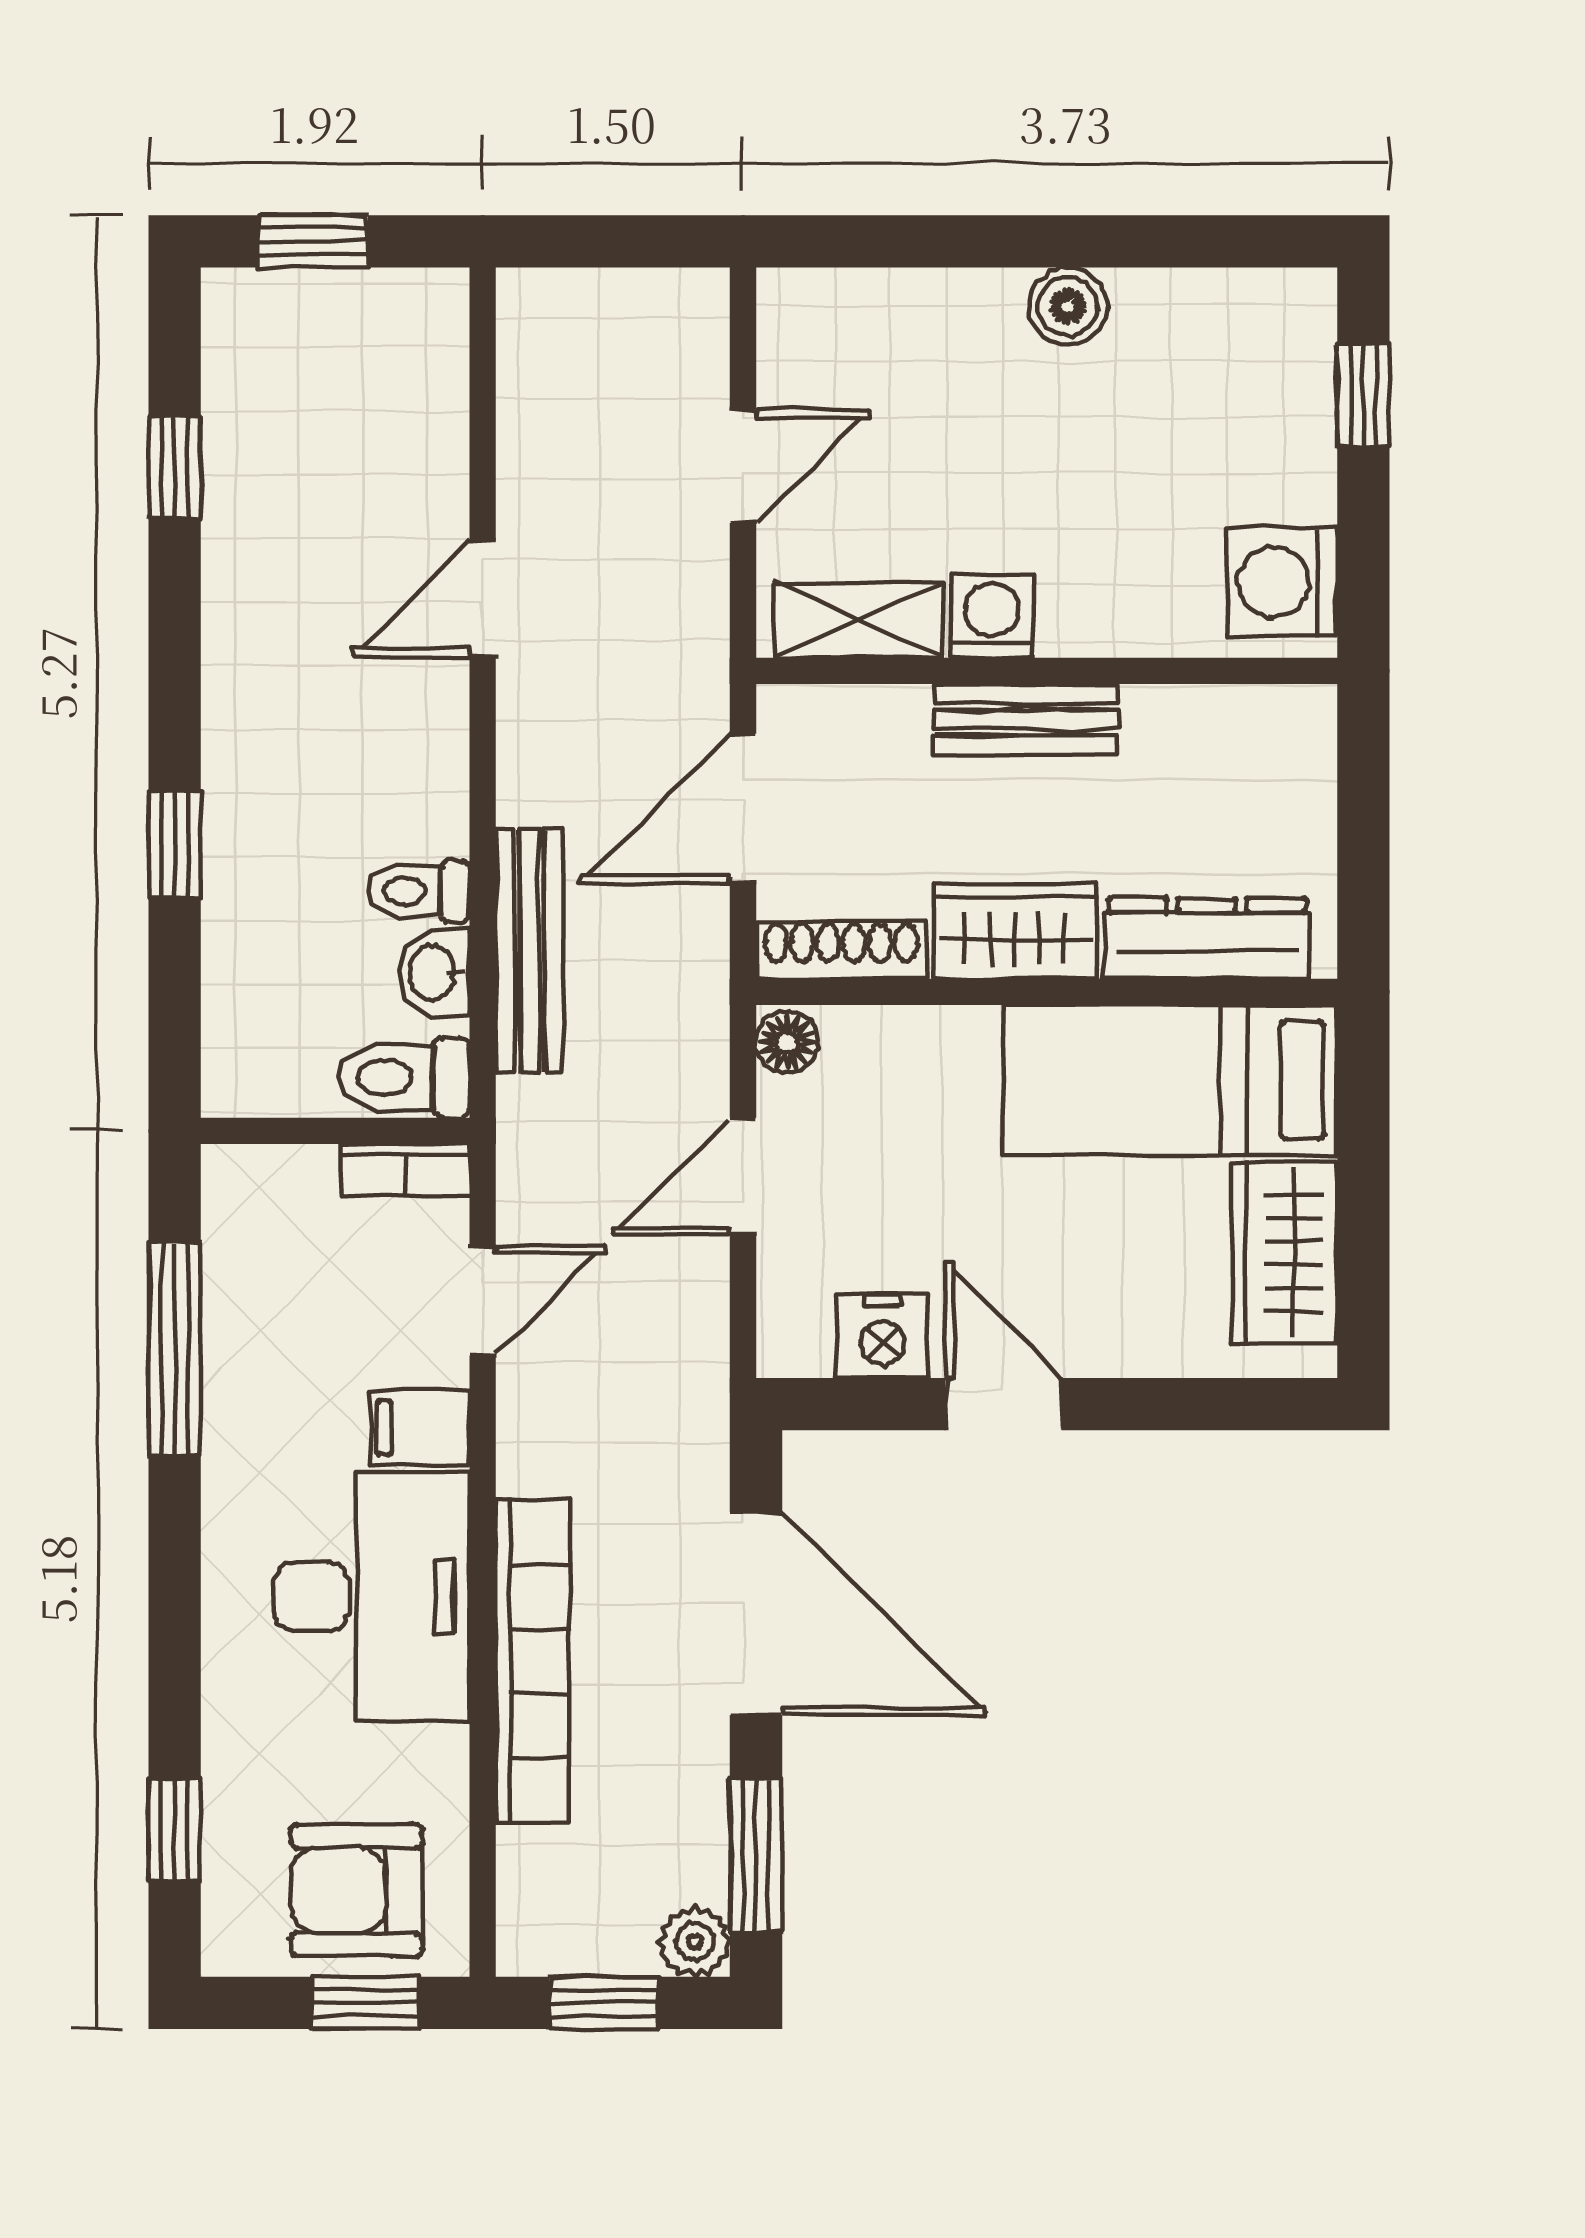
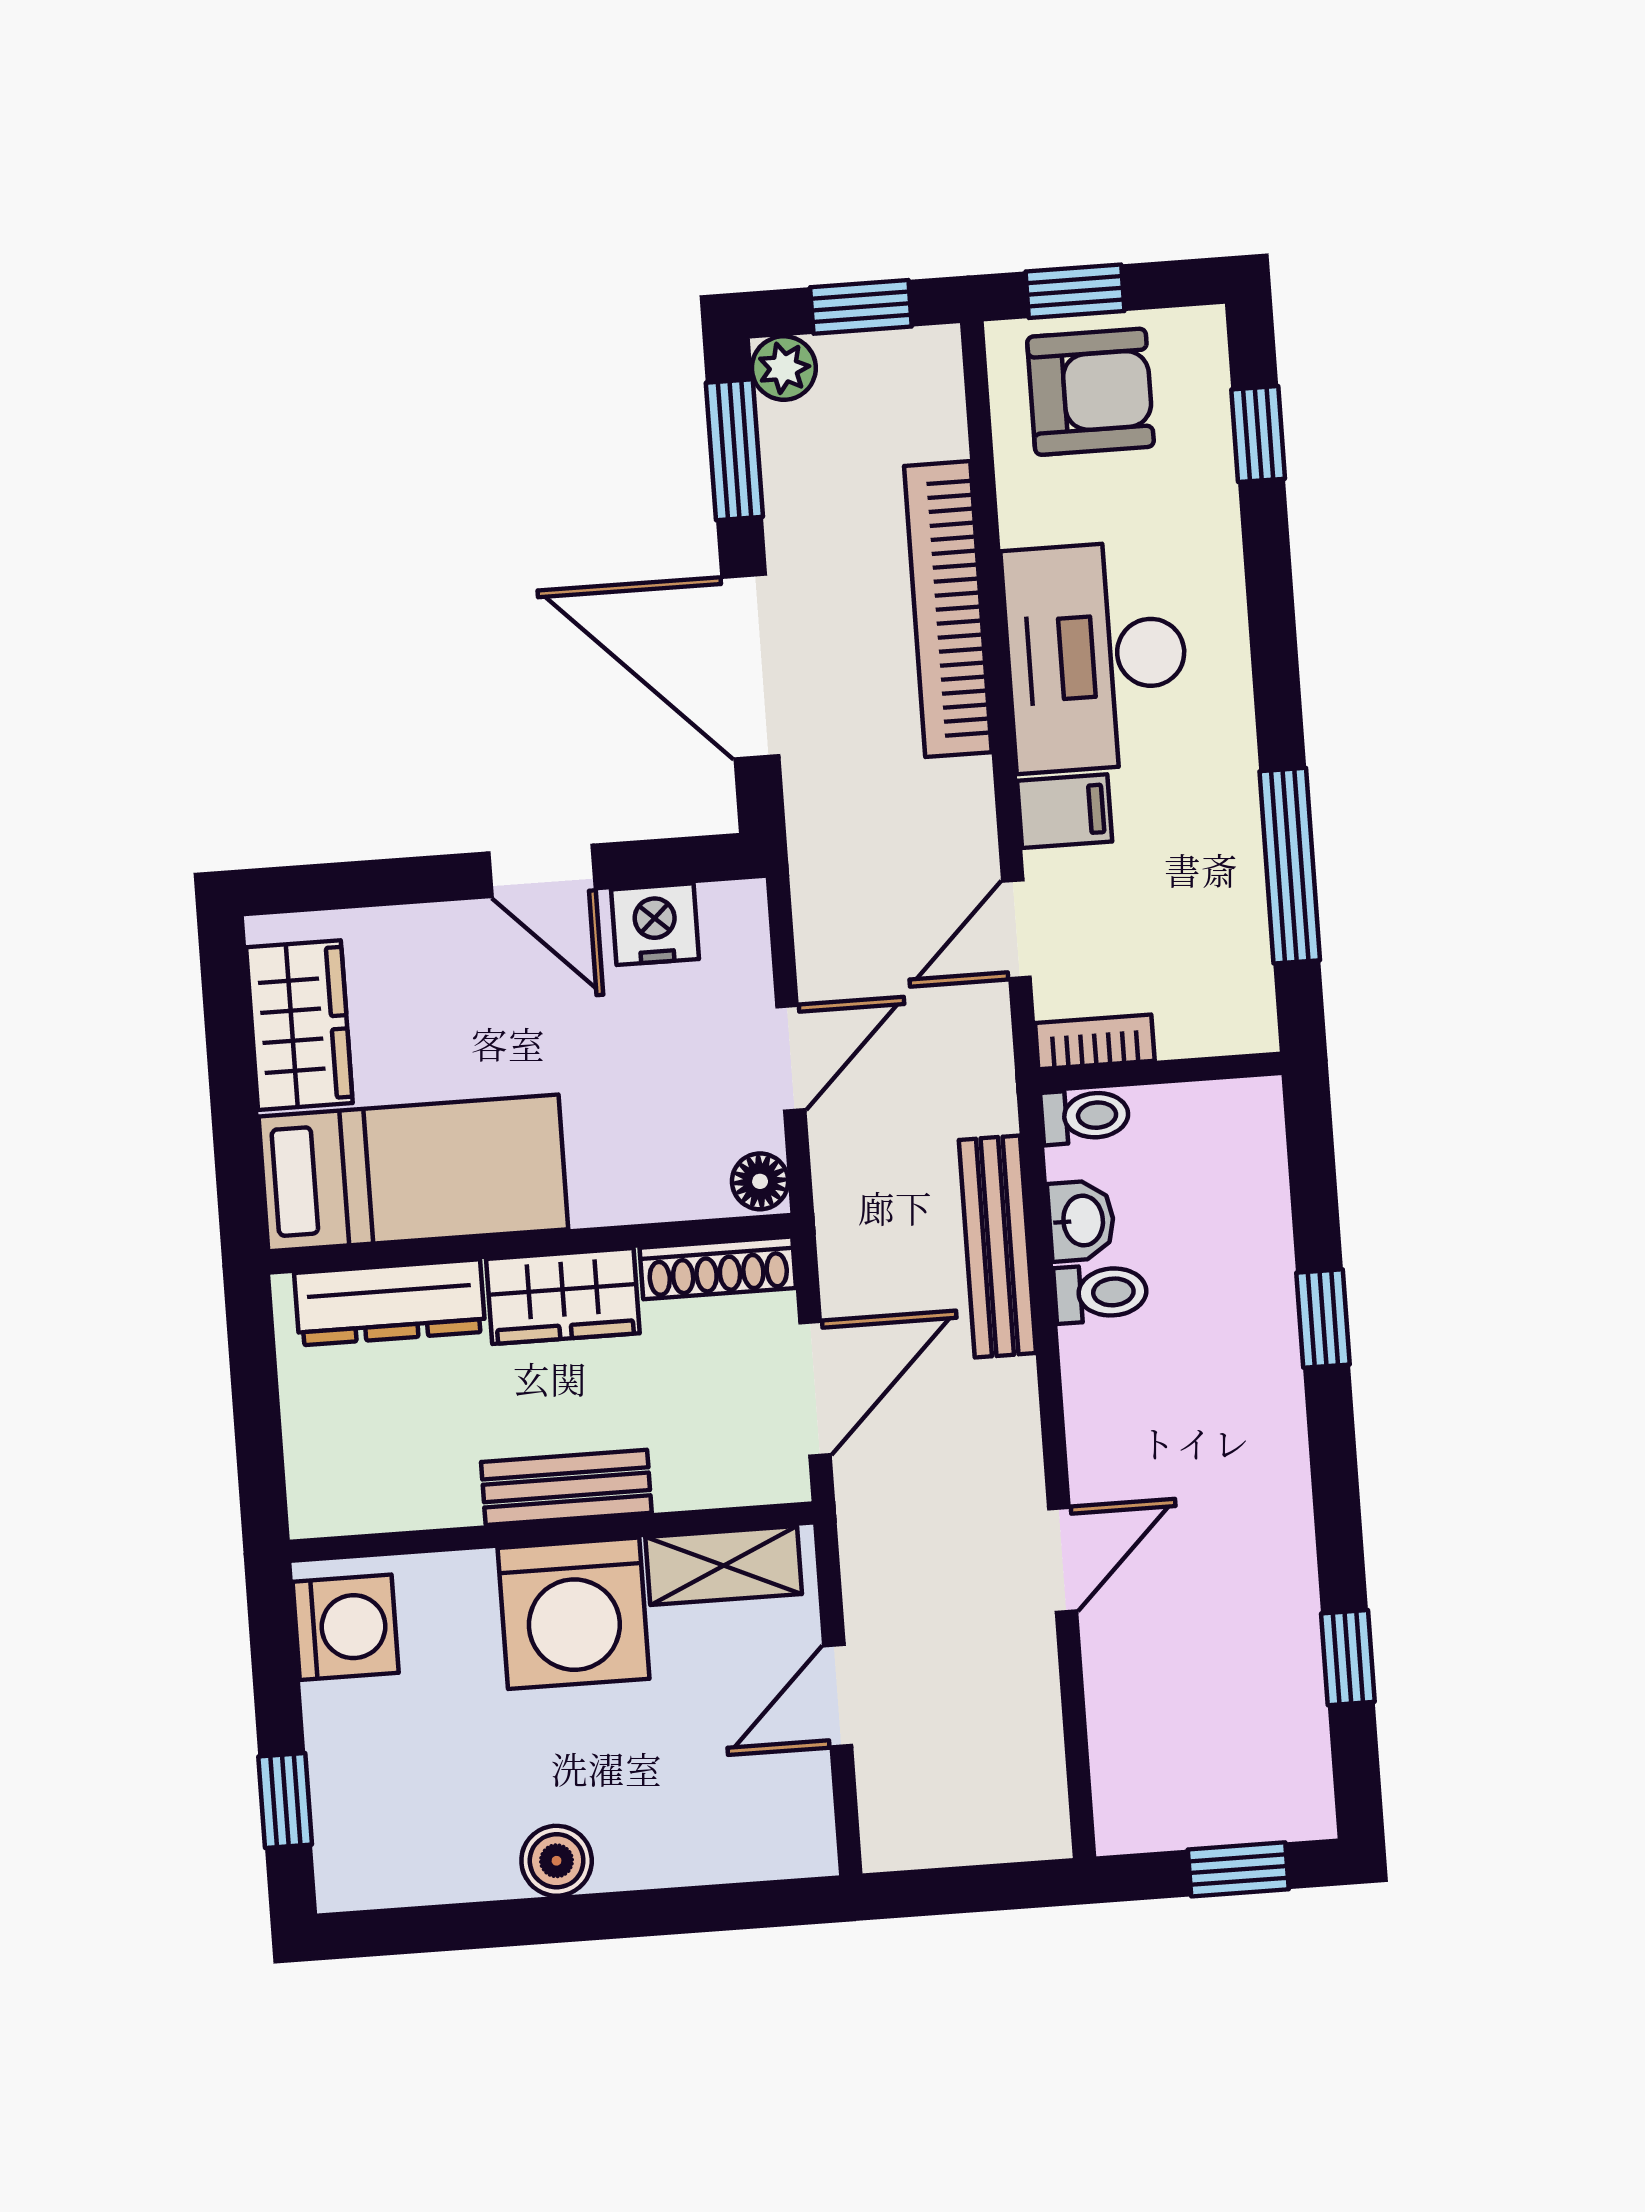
washing machine: (992, 616) -> (574, 1613), width x1.89, depth x1.89
toilet: (403, 1078) -> (1085, 1116), width x0.73, depth x0.72

